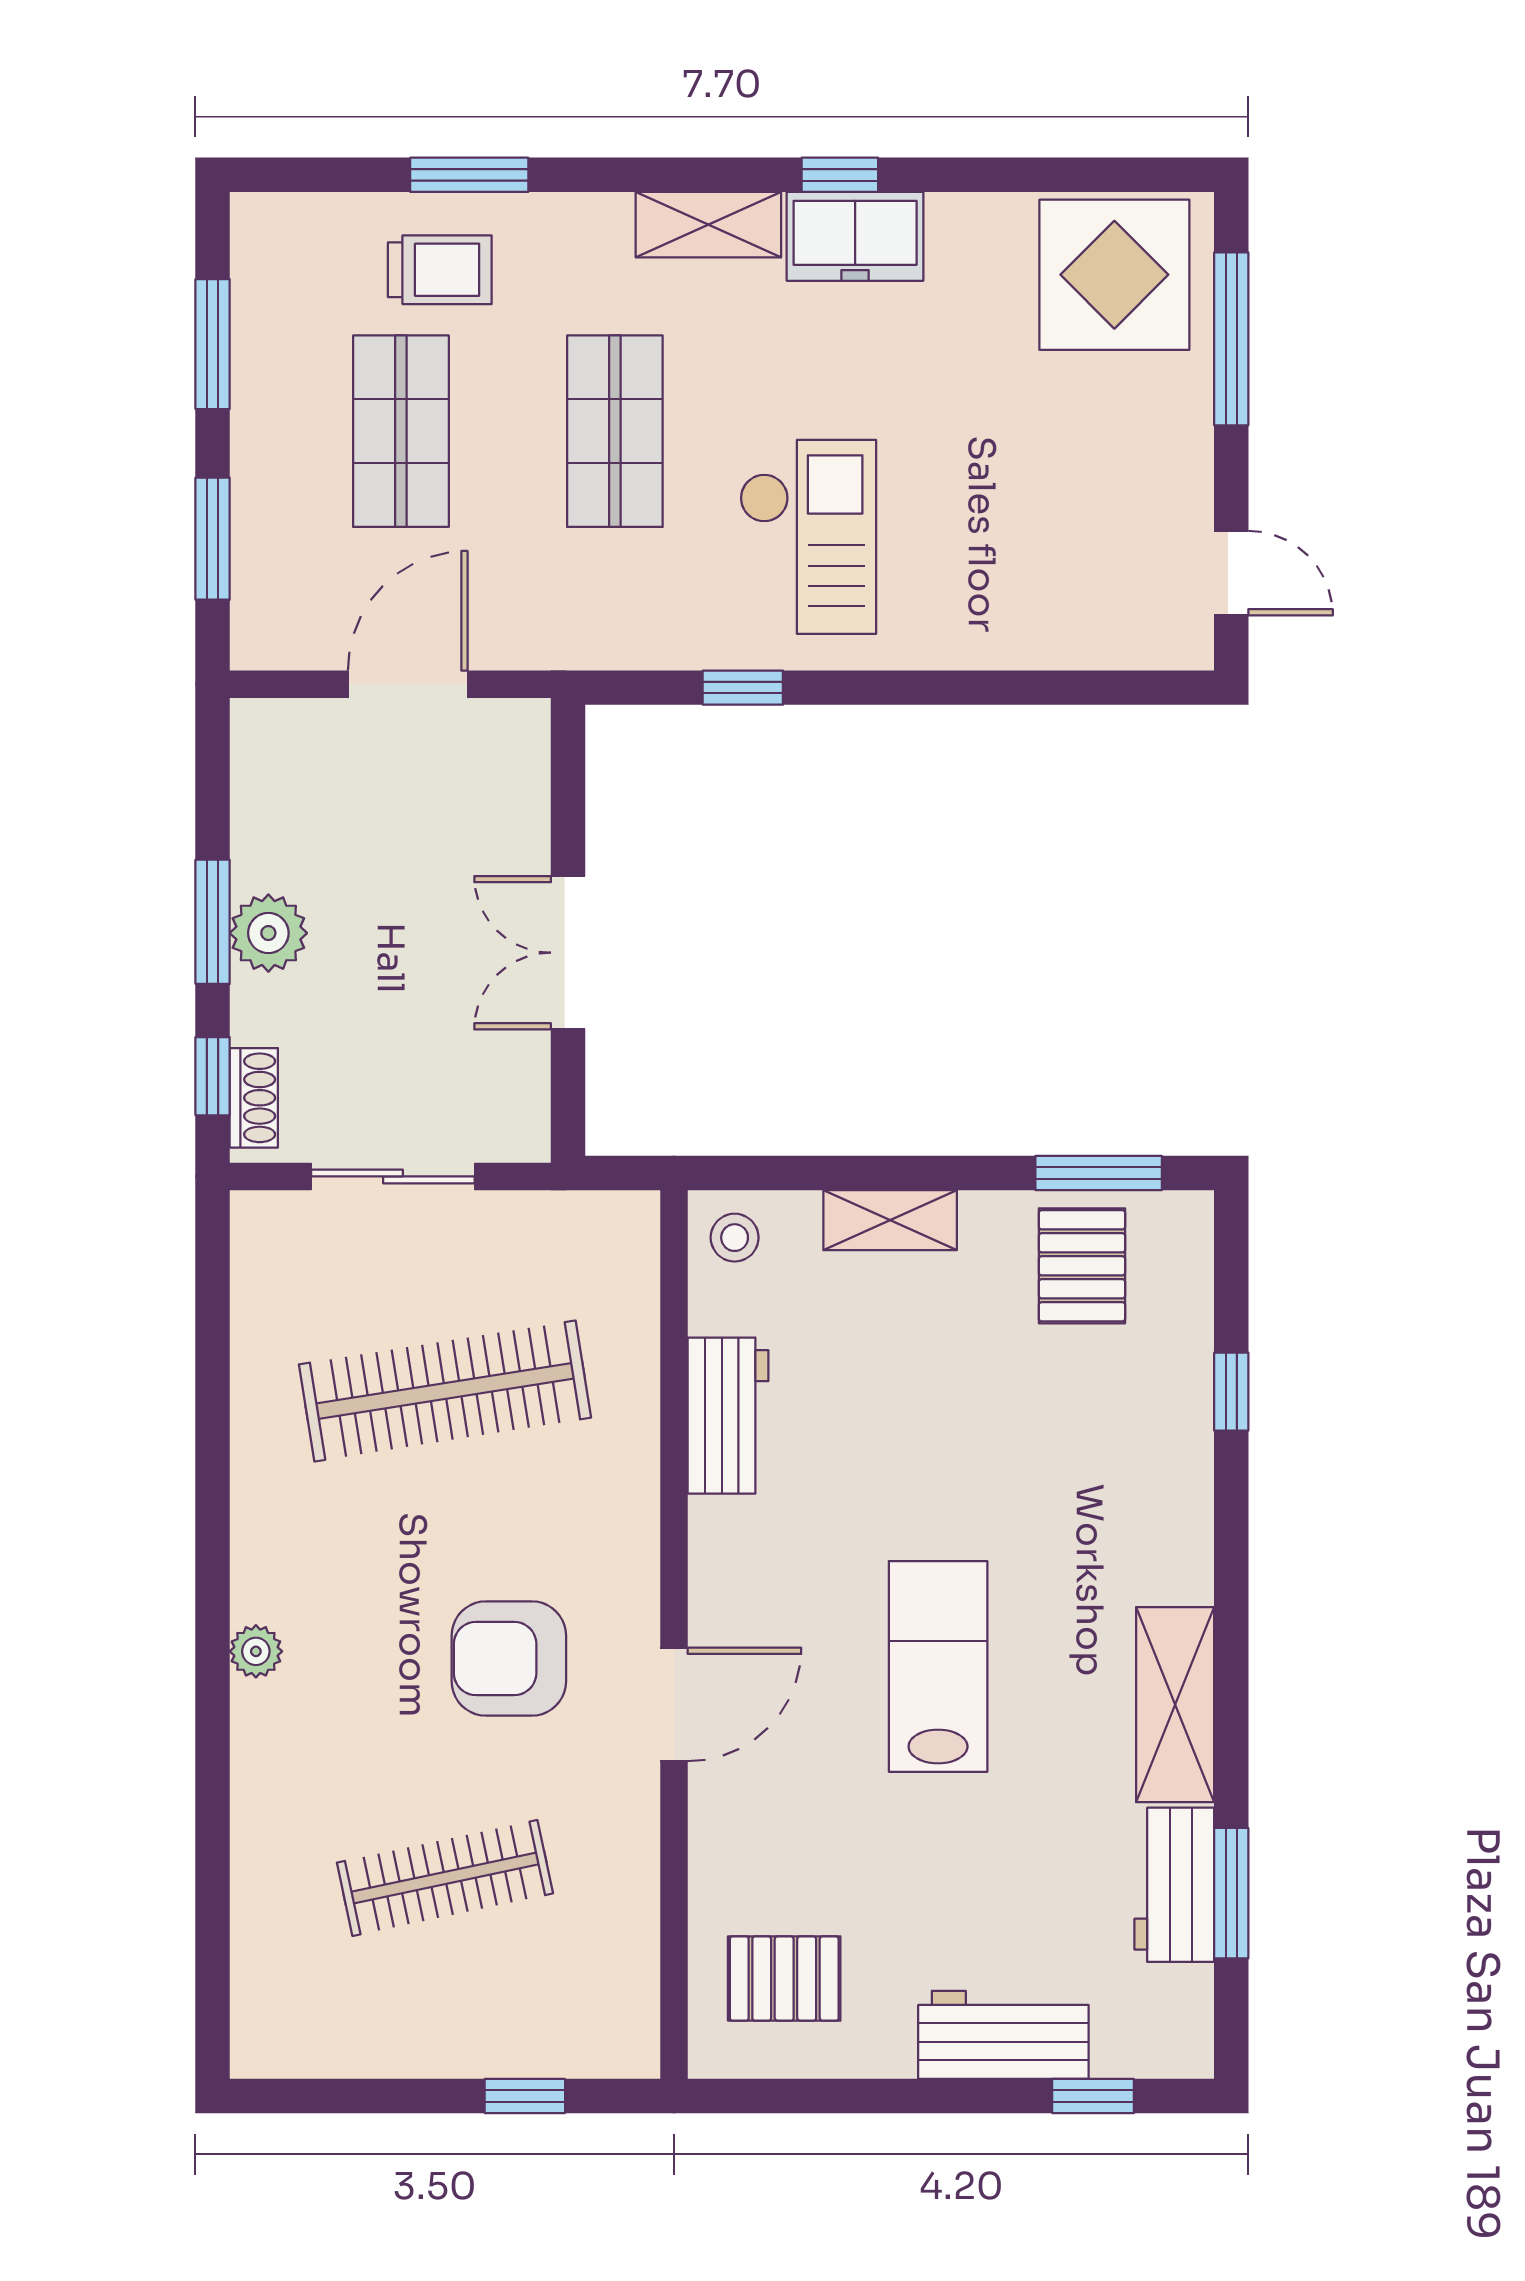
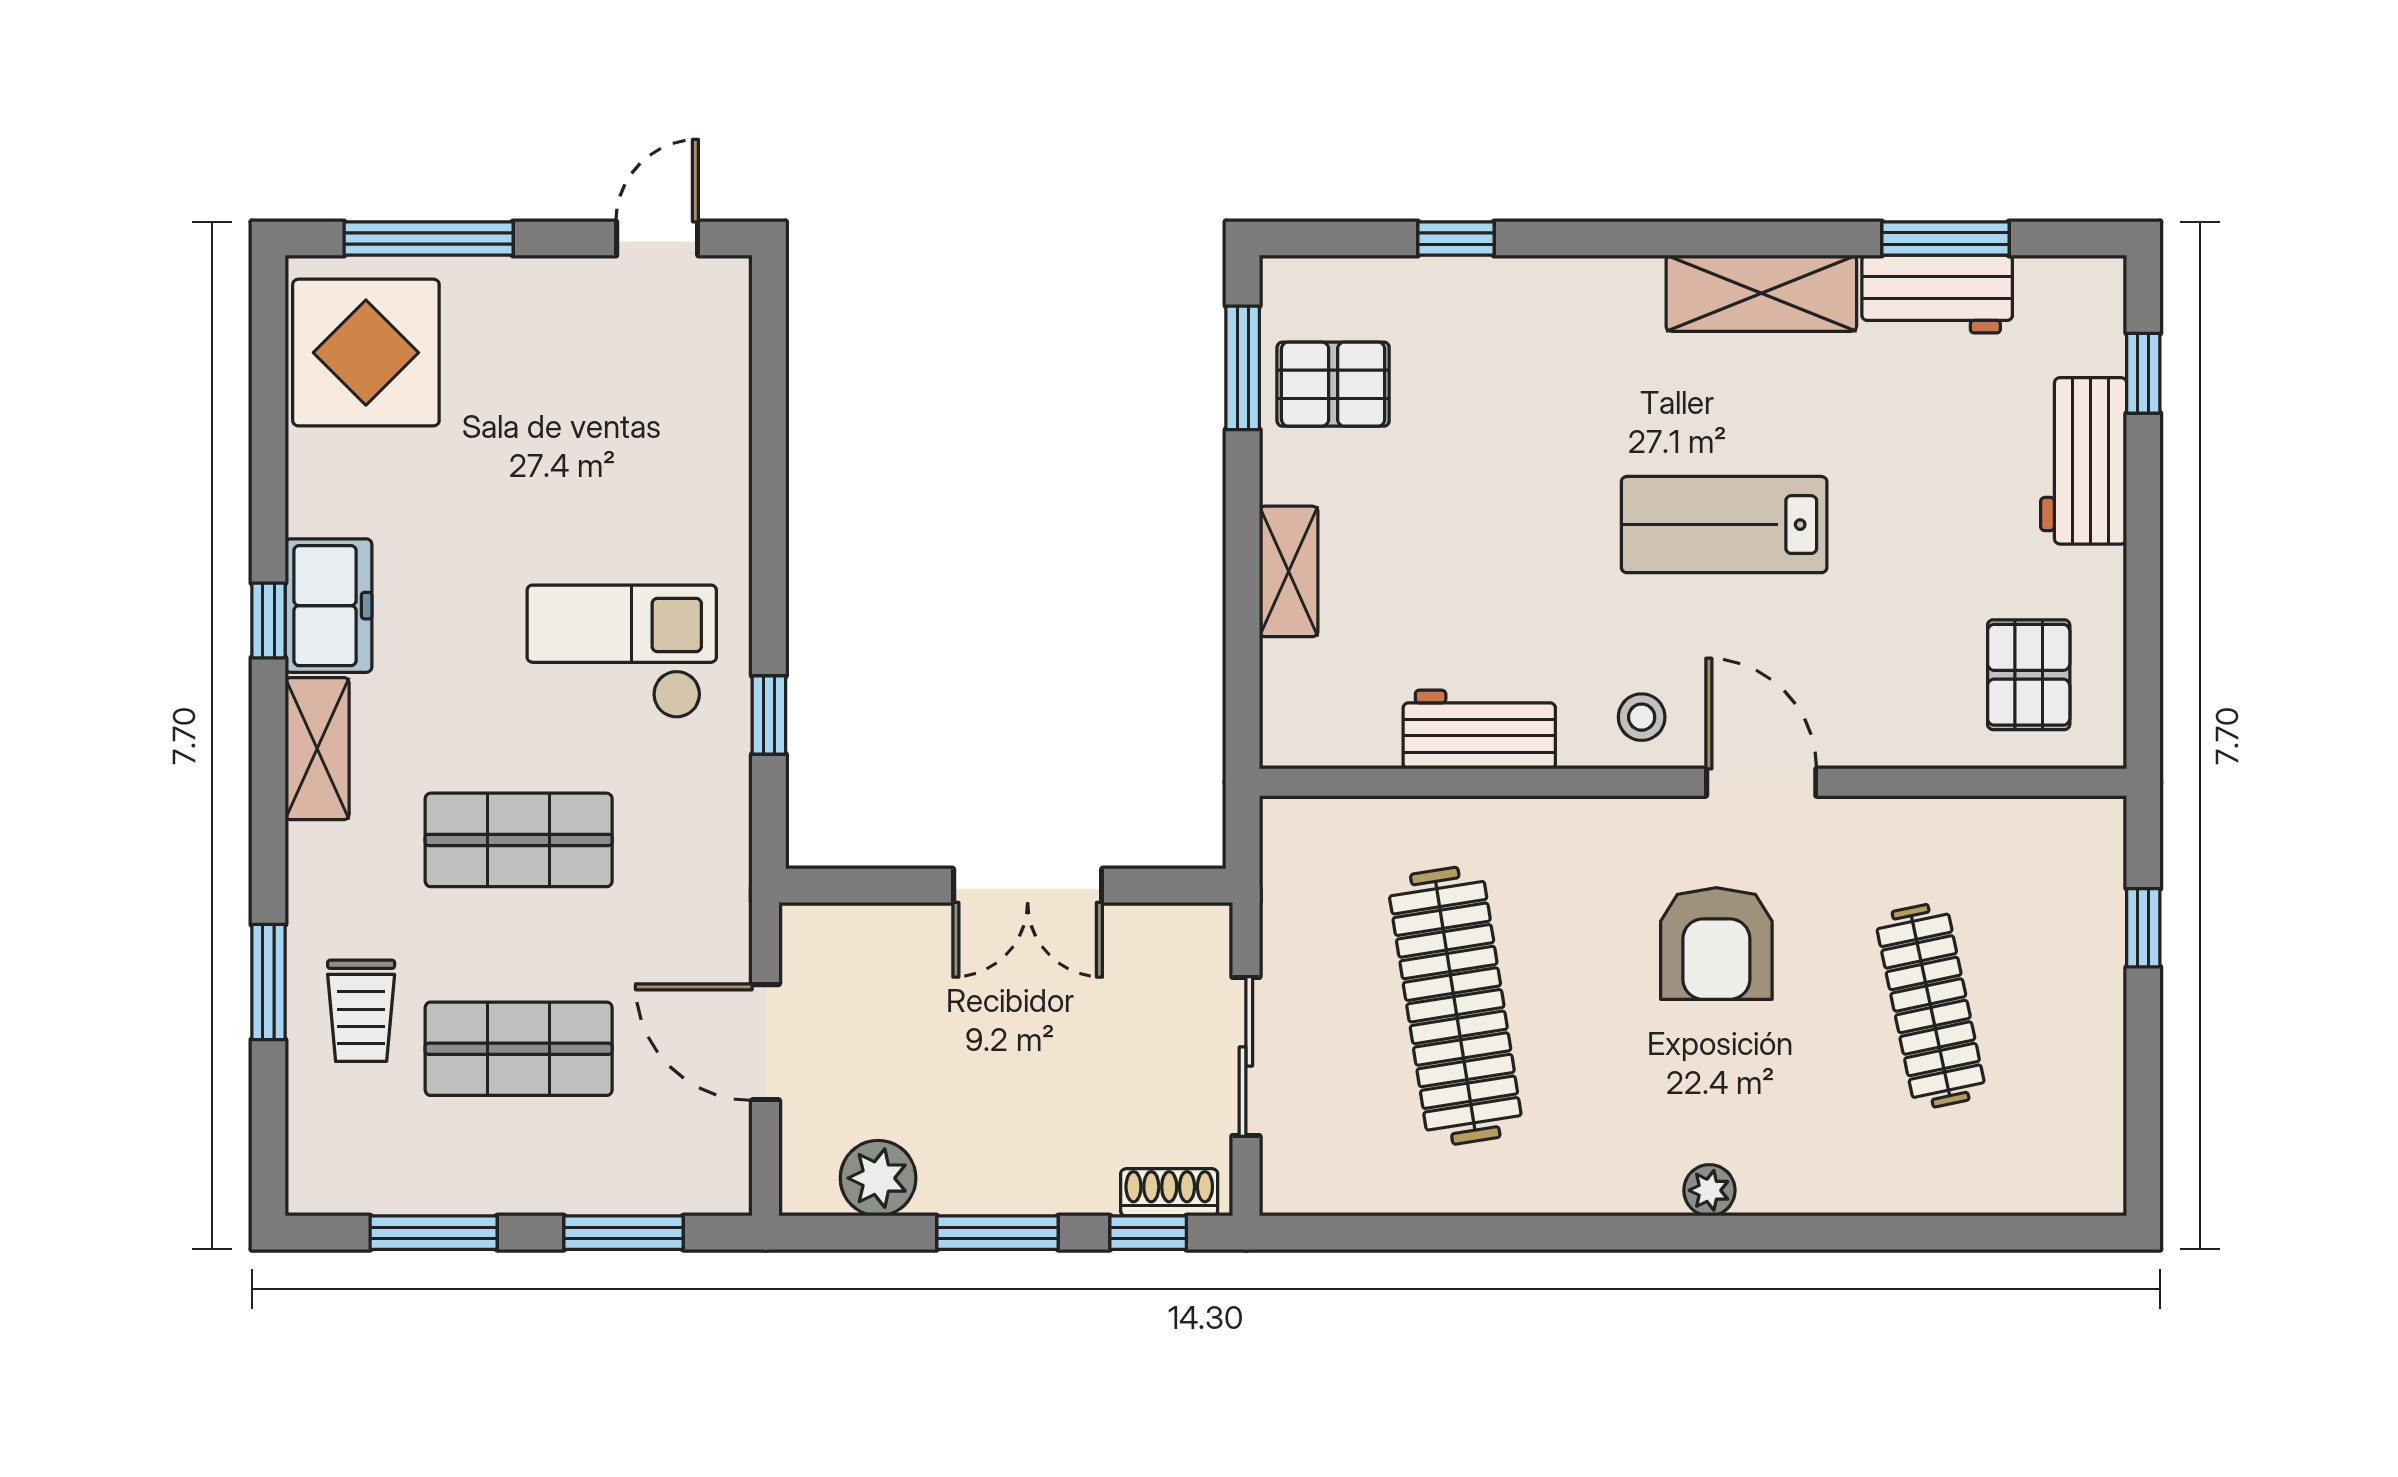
trolley: (440, 270) -> (361, 1011), turned 180
plant: (268, 933) -> (878, 1178), moved
stool: (735, 1238) -> (1642, 717), moved

